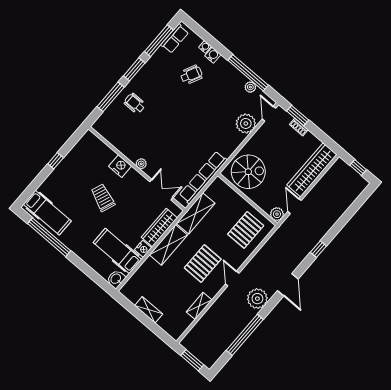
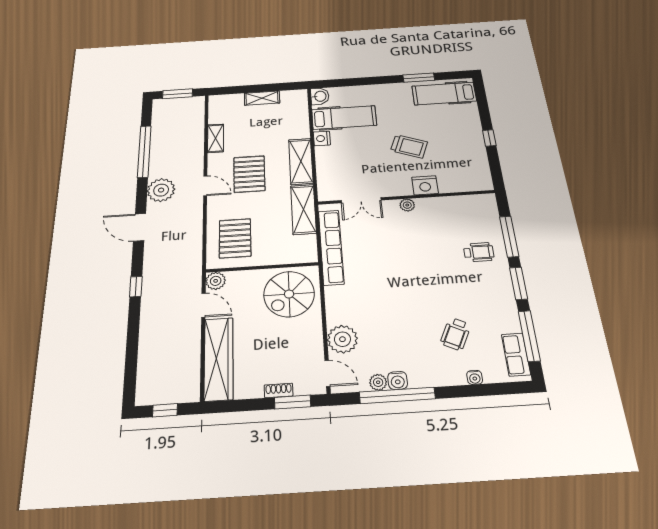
water cooler: (213, 55) -> (398, 380), moved
wardrobe: (159, 228) -> (326, 168), removed
window: (49, 237) -> (419, 78), width x0.47

